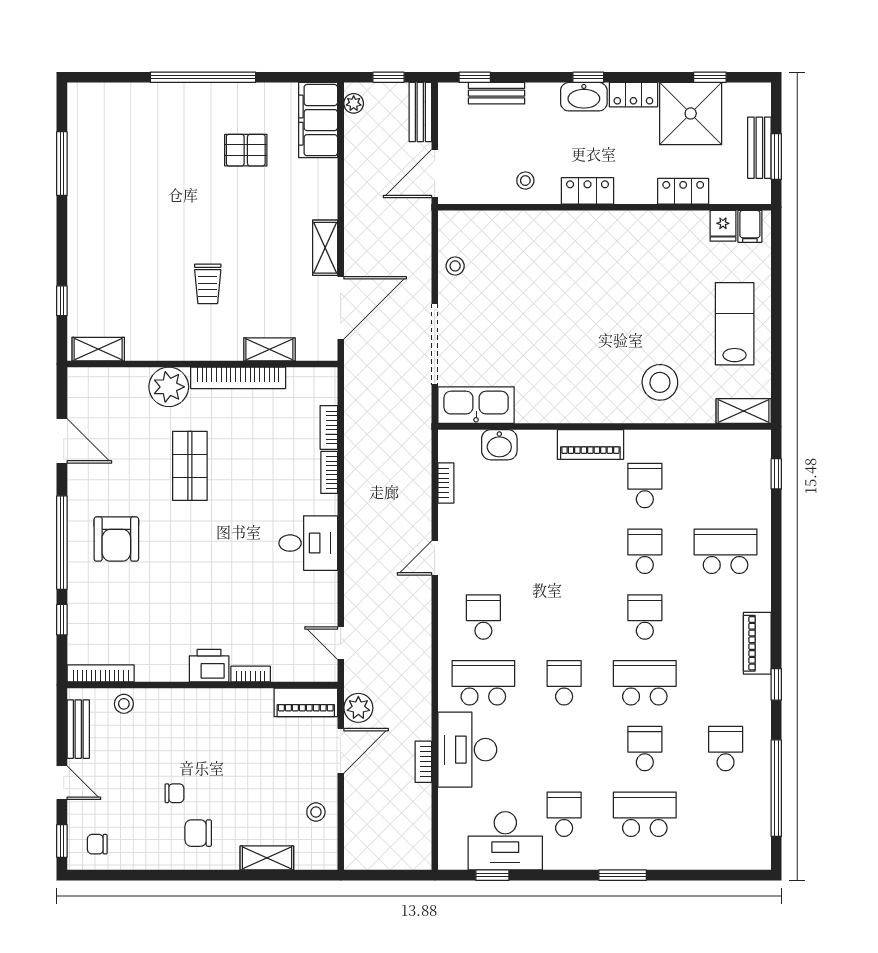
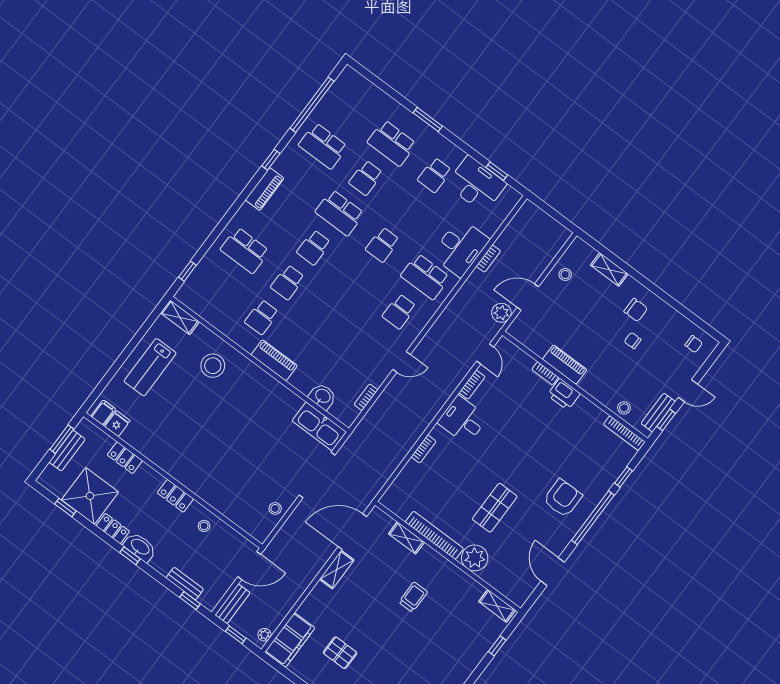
bookcase: (329, 427) -> (472, 385), moved
piano: (306, 702) -> (565, 365), moved
school desk: (726, 748) -> (323, 146), width x1.85
door: (62, 783) -> (688, 391), swing flipped
window: (62, 841) -> (666, 420), moved

